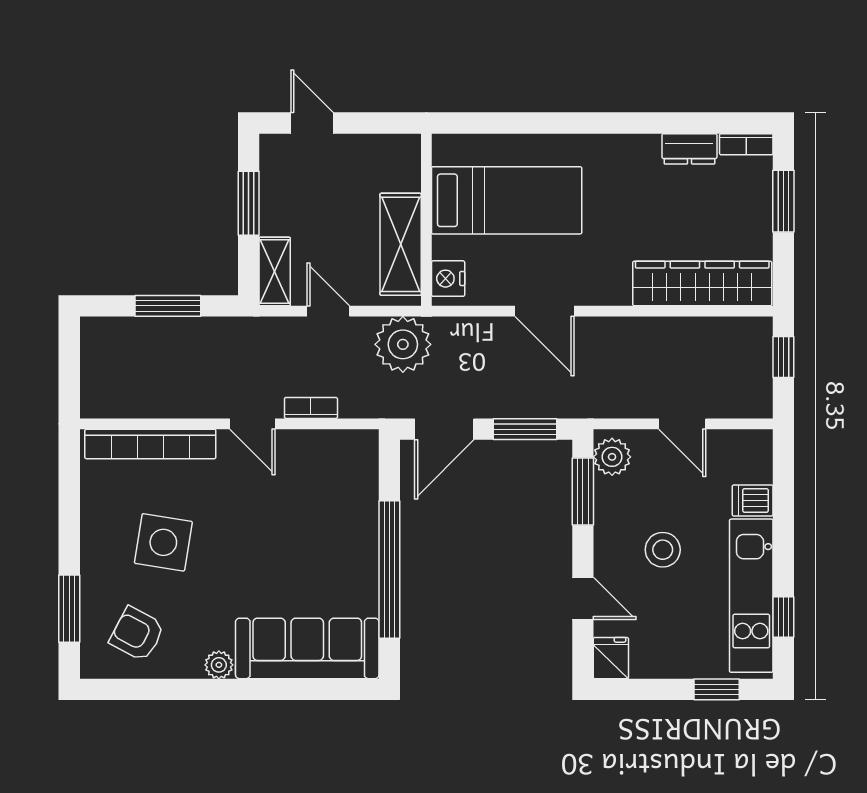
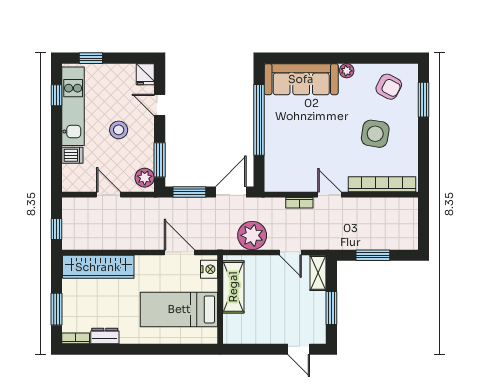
bed: (507, 200) -> (179, 309), moved
wall: (426, 220) -> (220, 299), moved
shelving: (401, 244) -> (233, 287), moved
nightstand: (448, 279) -> (209, 269), moved

